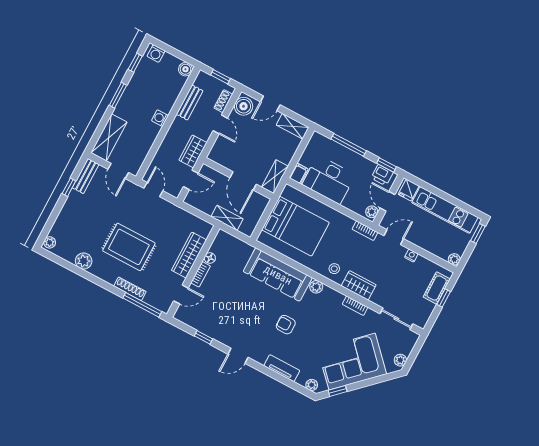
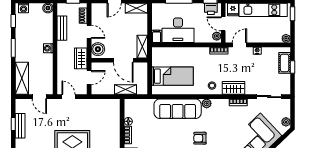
boiler: (243, 106) -> (98, 49), moved
bench: (86, 176) -> (20, 126), moved
bed: (295, 226) -> (172, 76), width x0.67
wardrobe: (189, 255) -> (114, 127), removed

